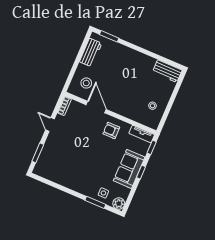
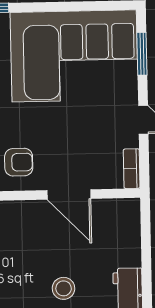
stool: (86, 83) -> (64, 288), moved
corner sofa: (67, 165) -> (74, 56), added

